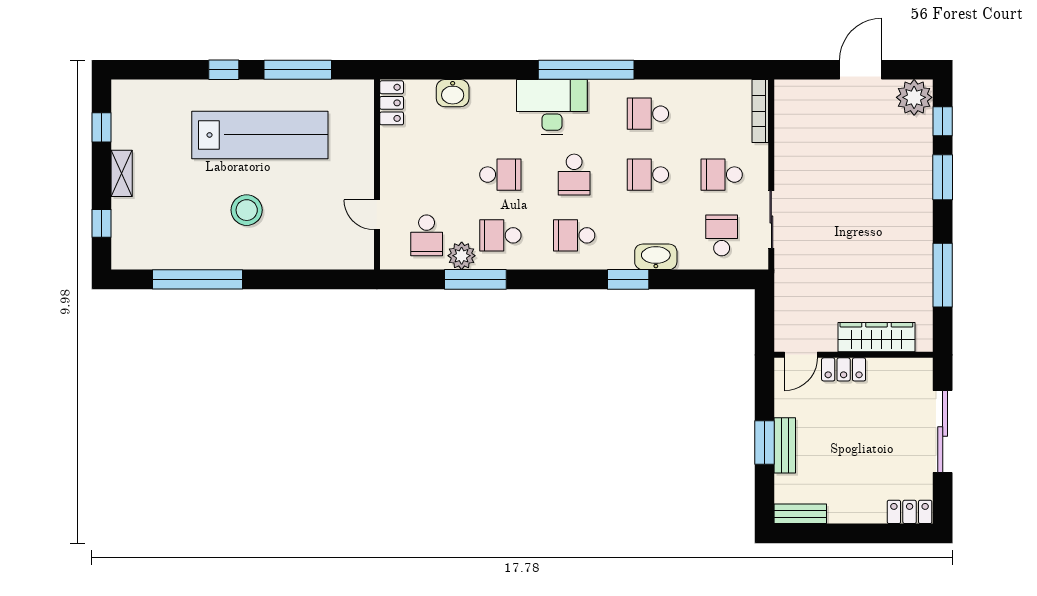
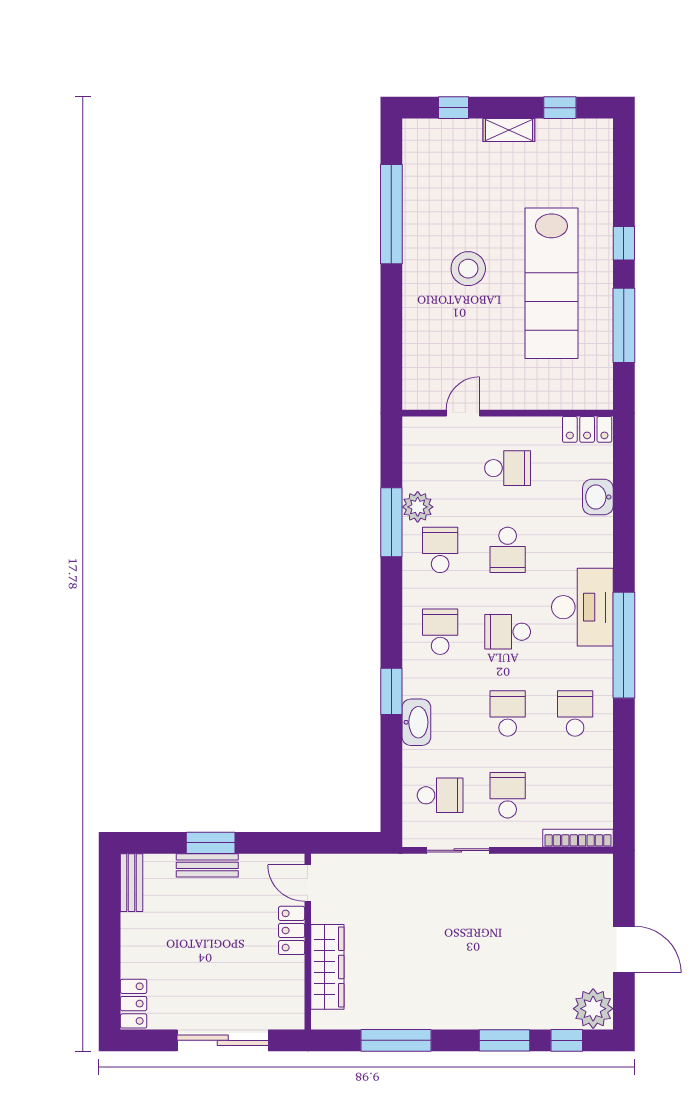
school desk: (427, 235) -> (508, 468), moved, turned 180

